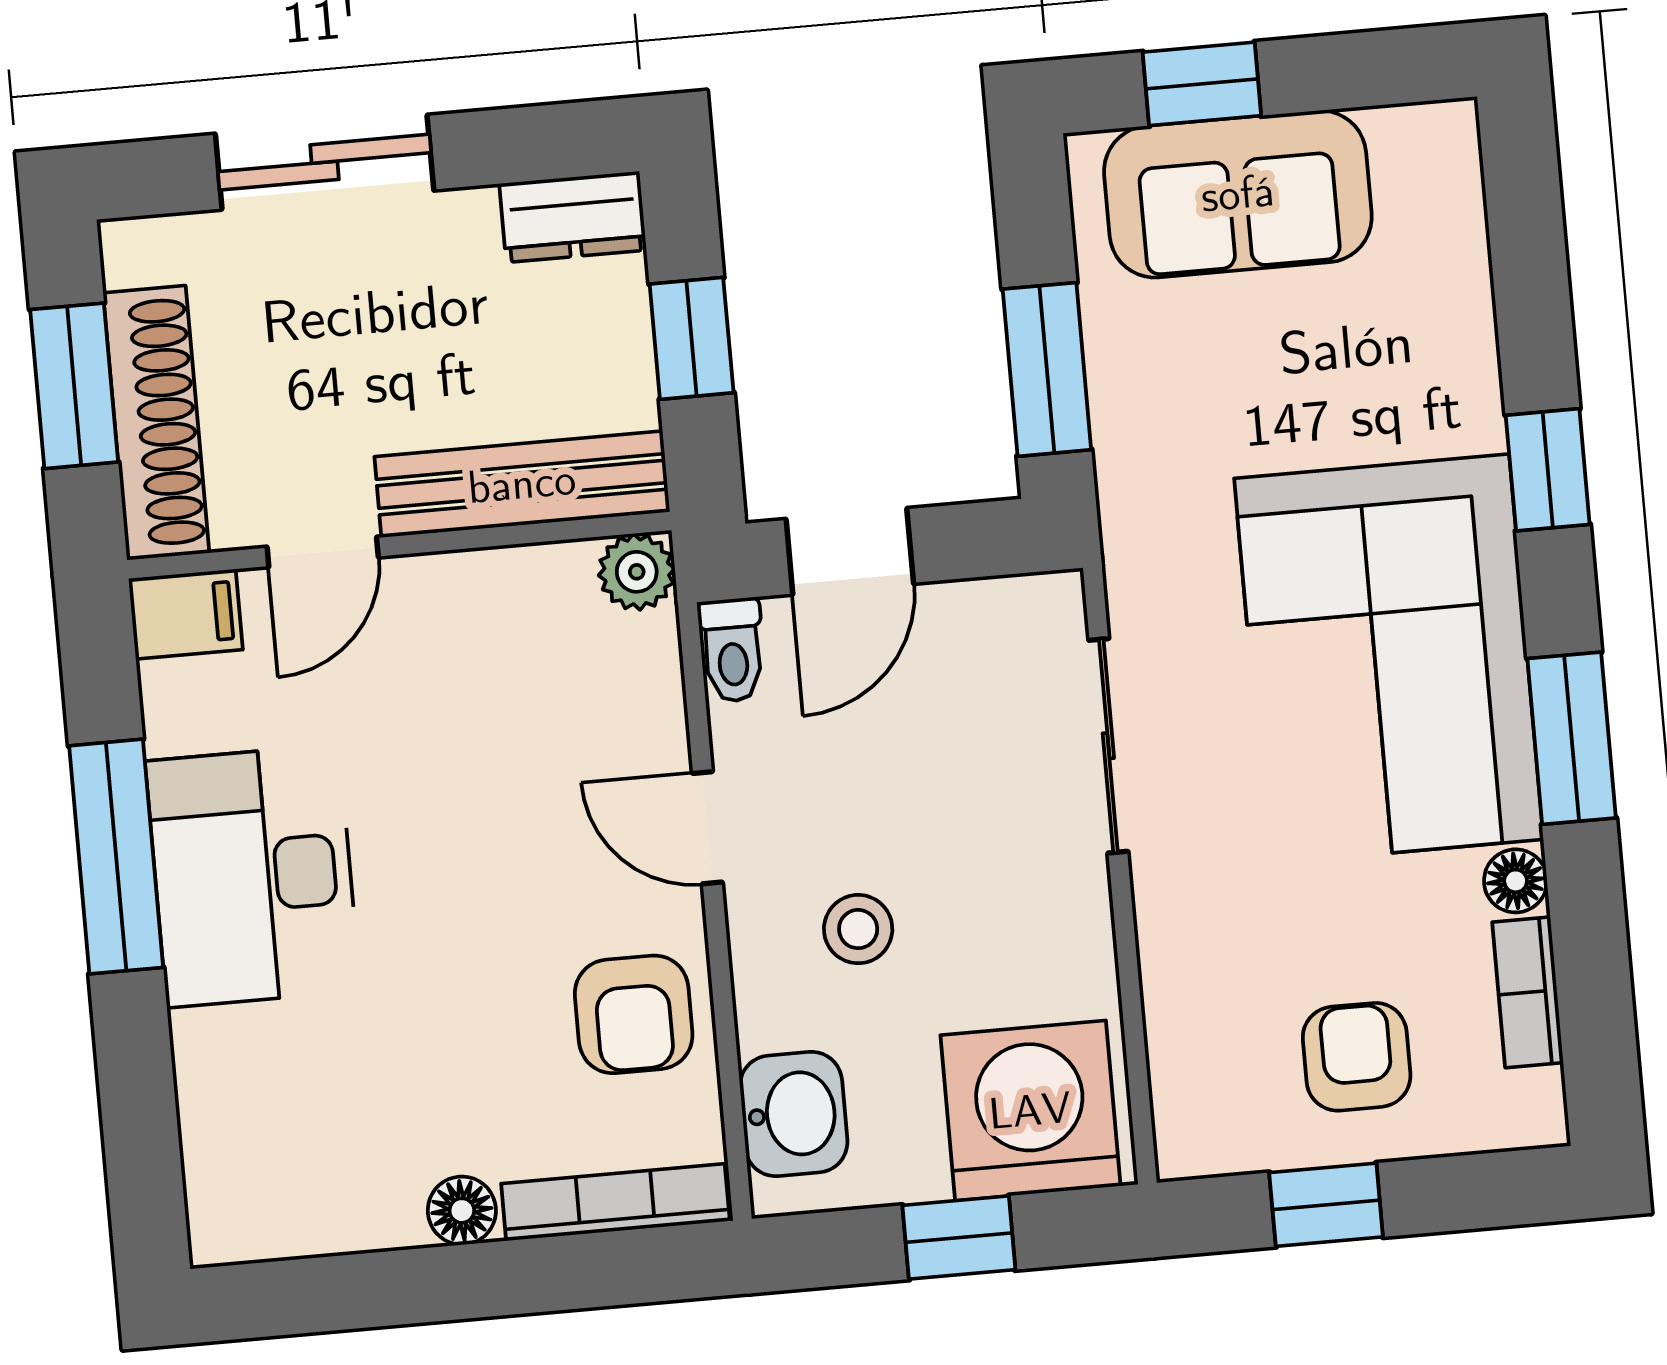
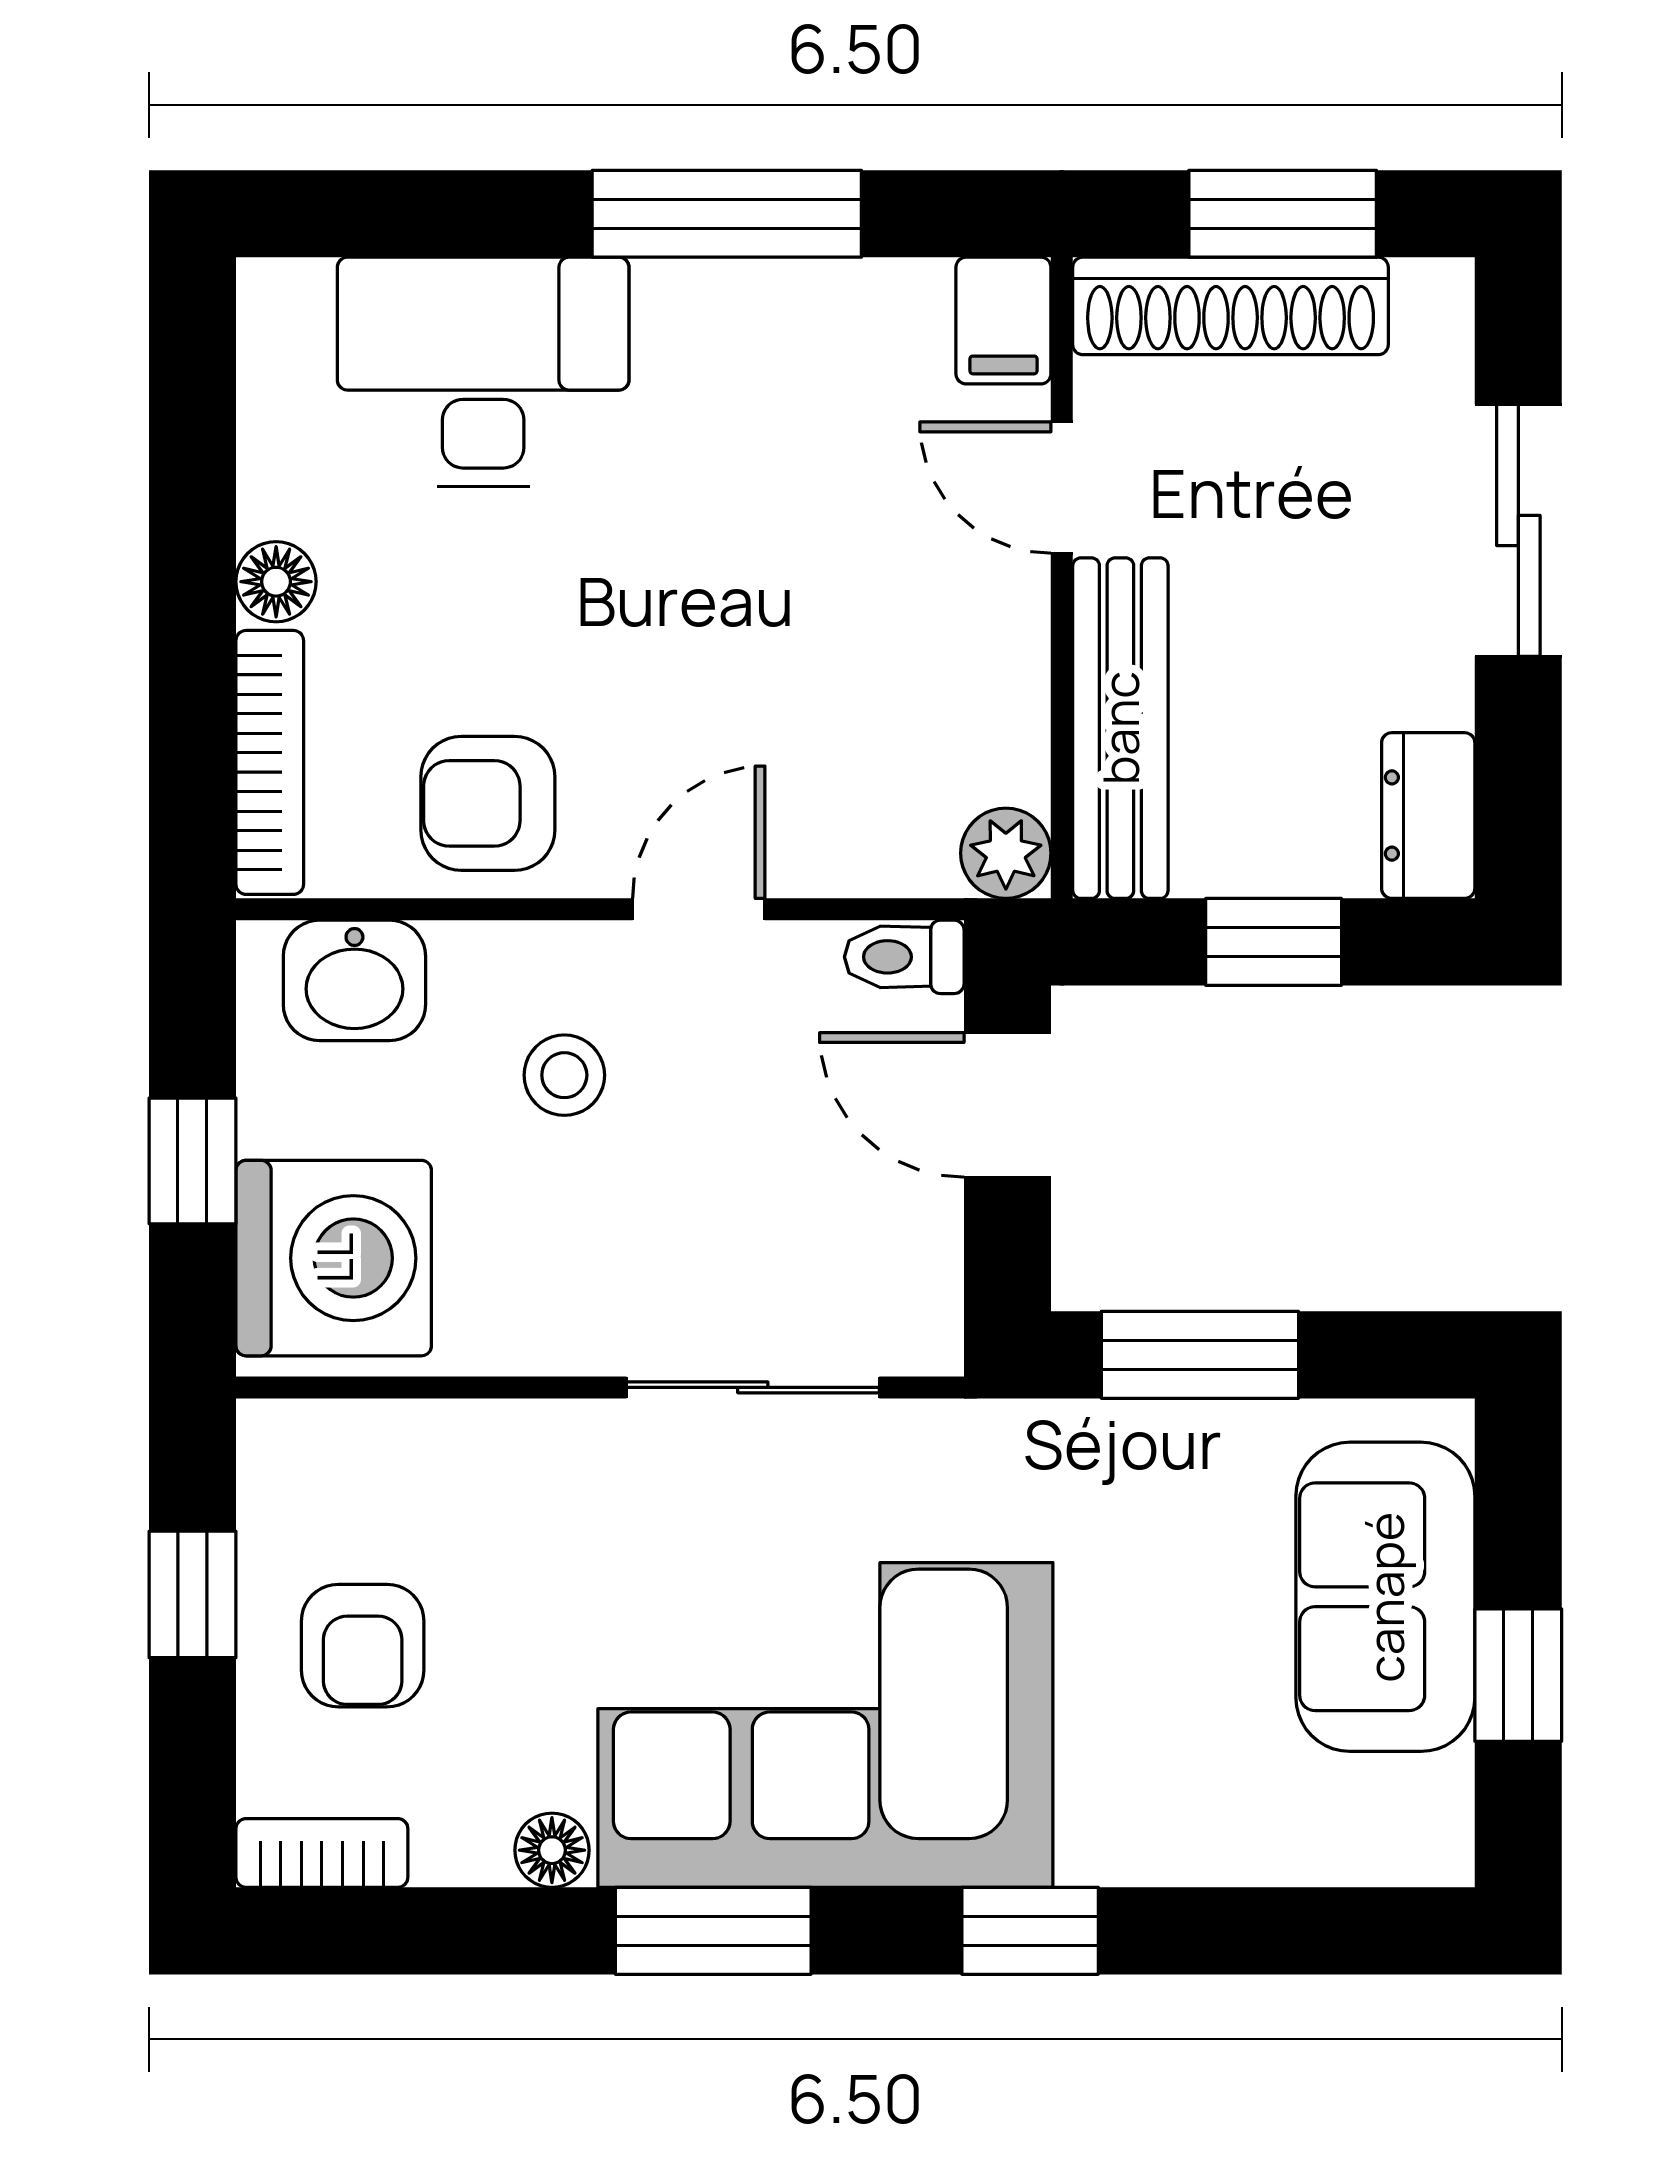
window: (1202, 84) -> (1518, 1675), moved
desk: (253, 876) -> (483, 372), moved
bookcase: (1528, 992) -> (322, 1853), moved
armchair: (1357, 1057) -> (363, 1646), turned 90

